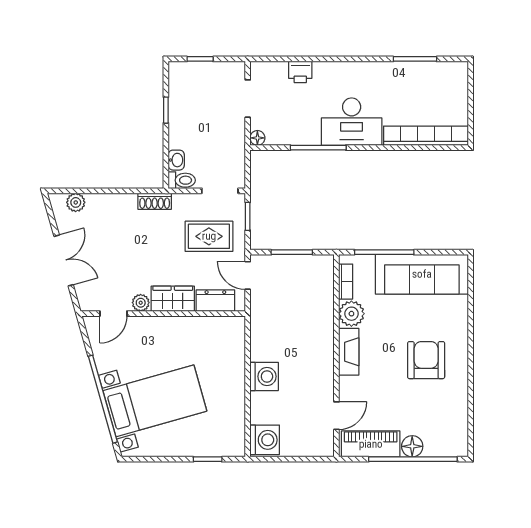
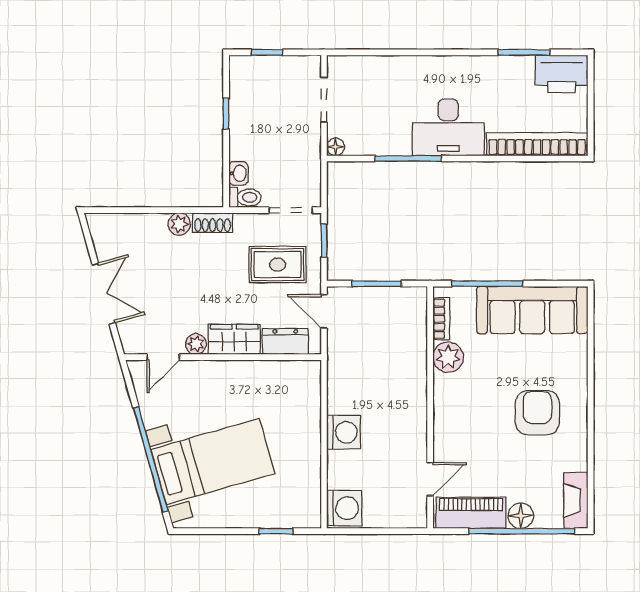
printer: (300, 72) -> (562, 74), moved, width x1.87, depth x1.48
plant: (76, 202) -> (179, 224), moved
fireplace: (349, 352) -> (576, 500), moved, turned 180

